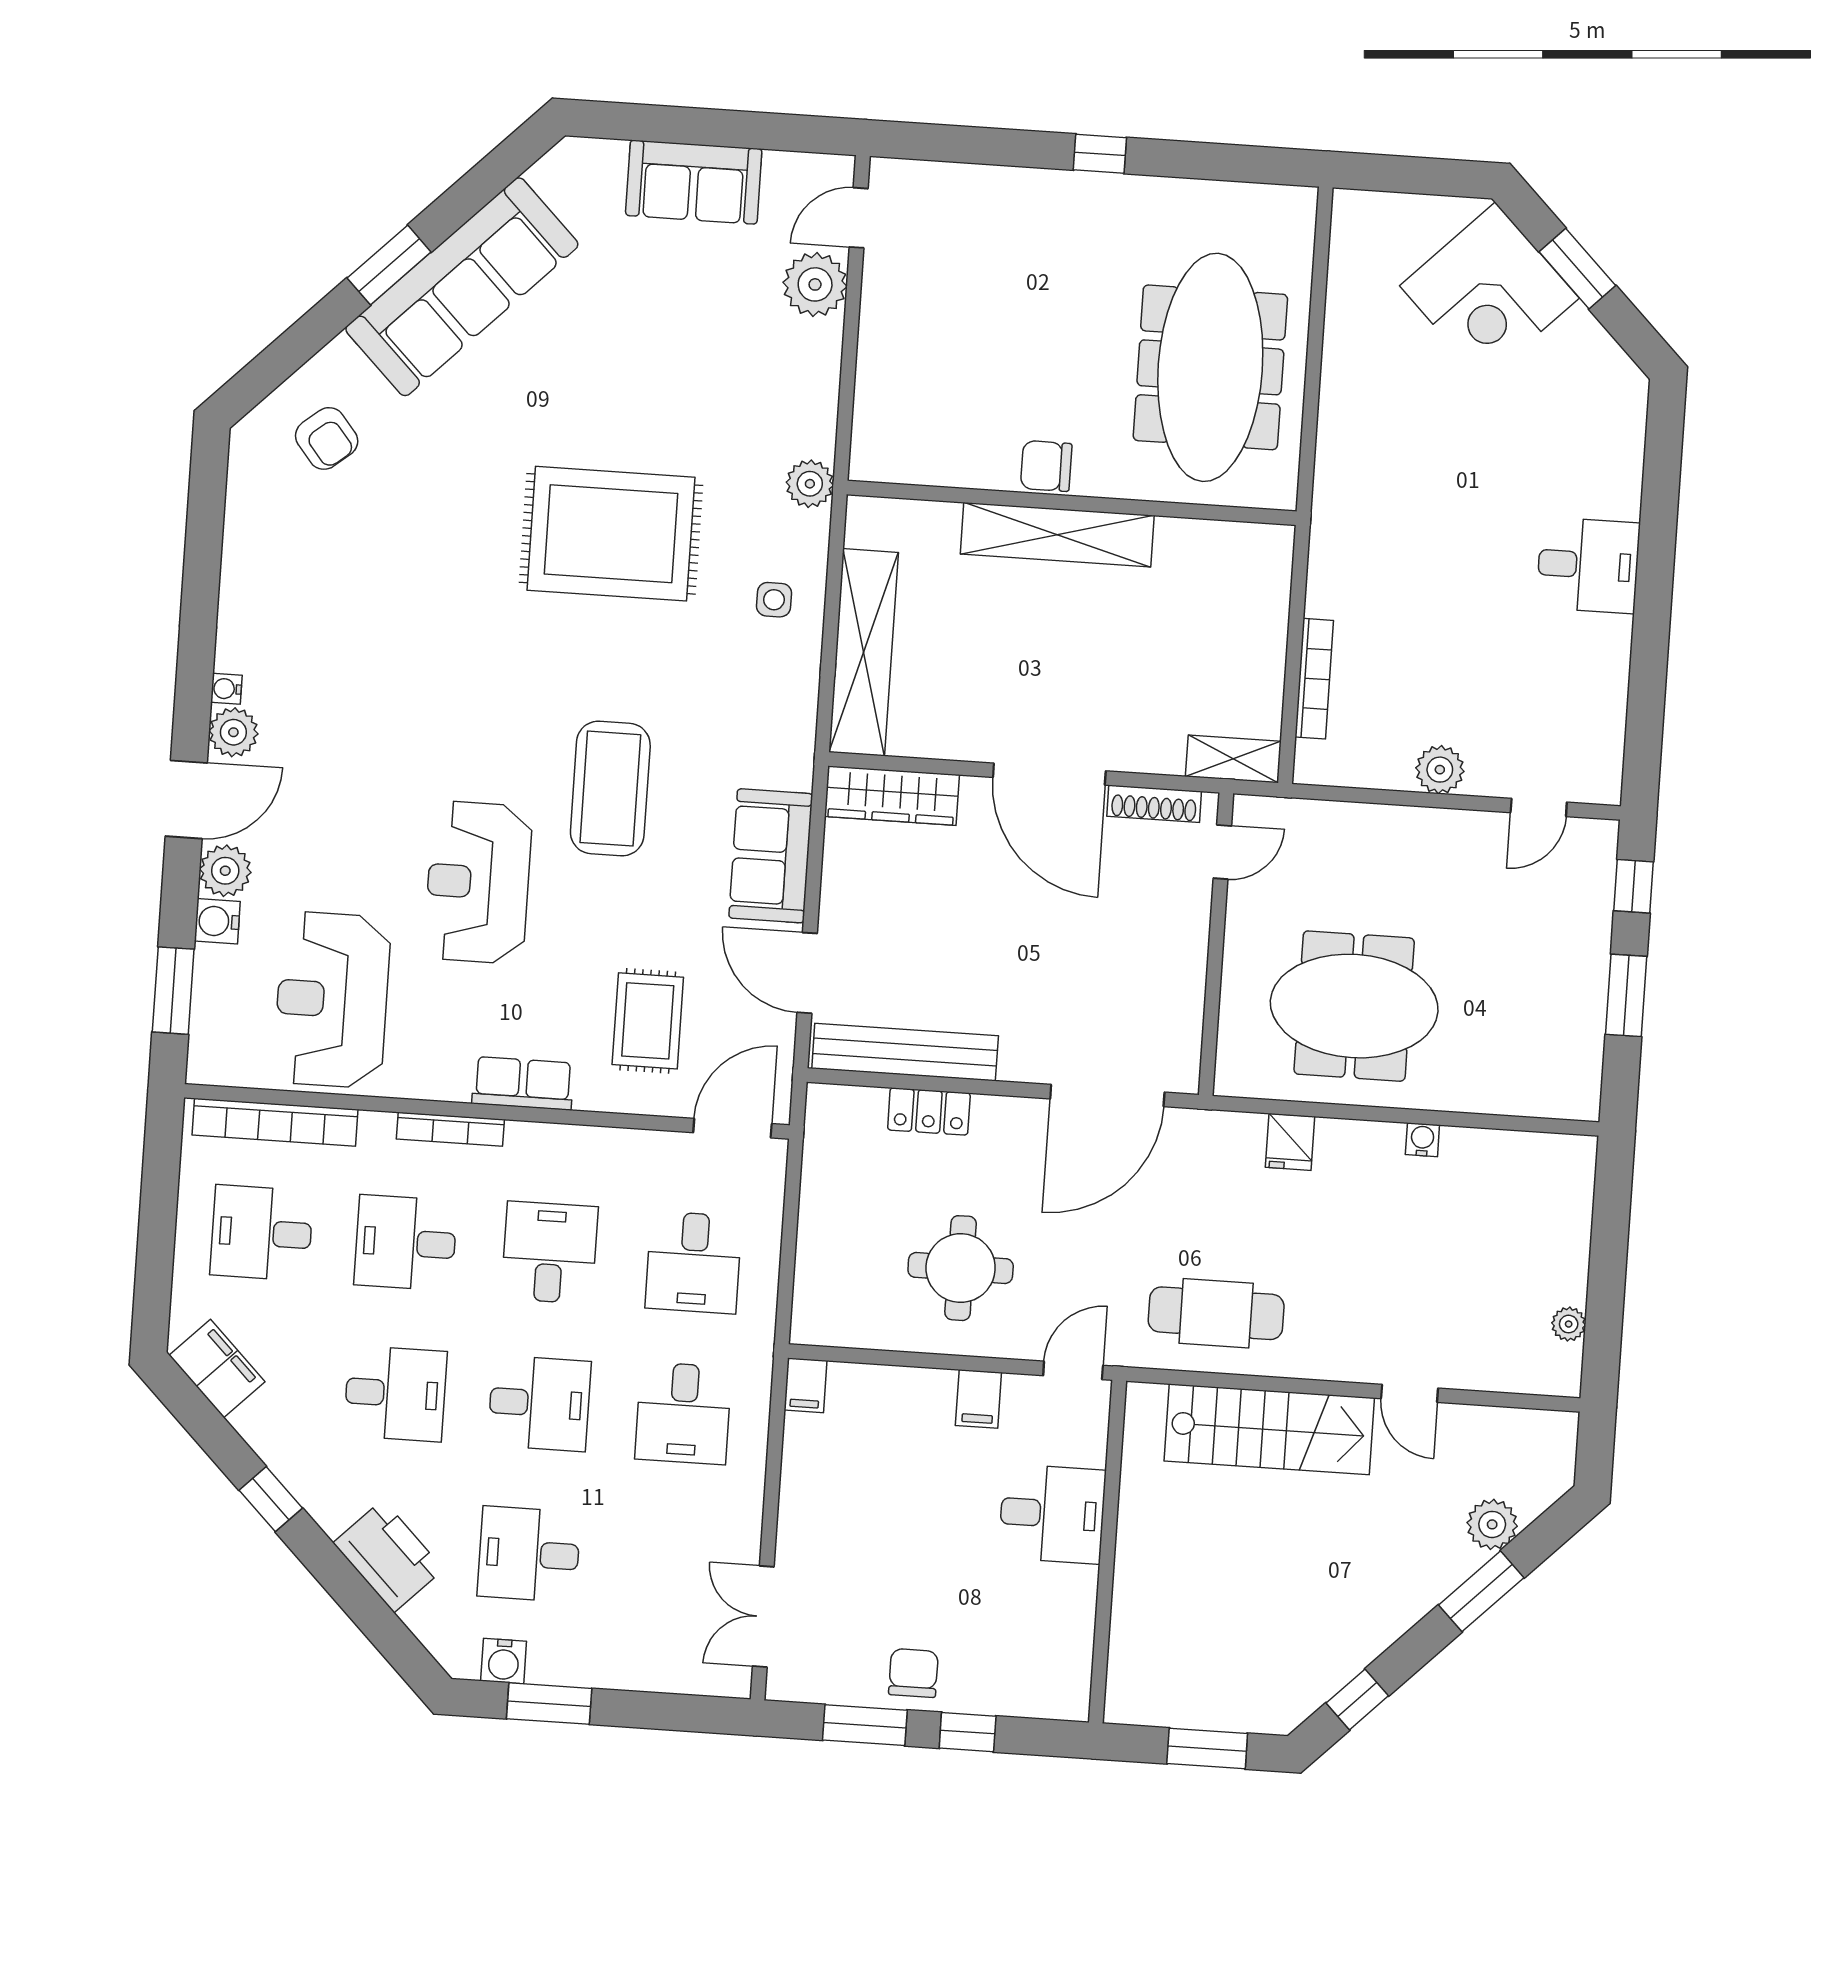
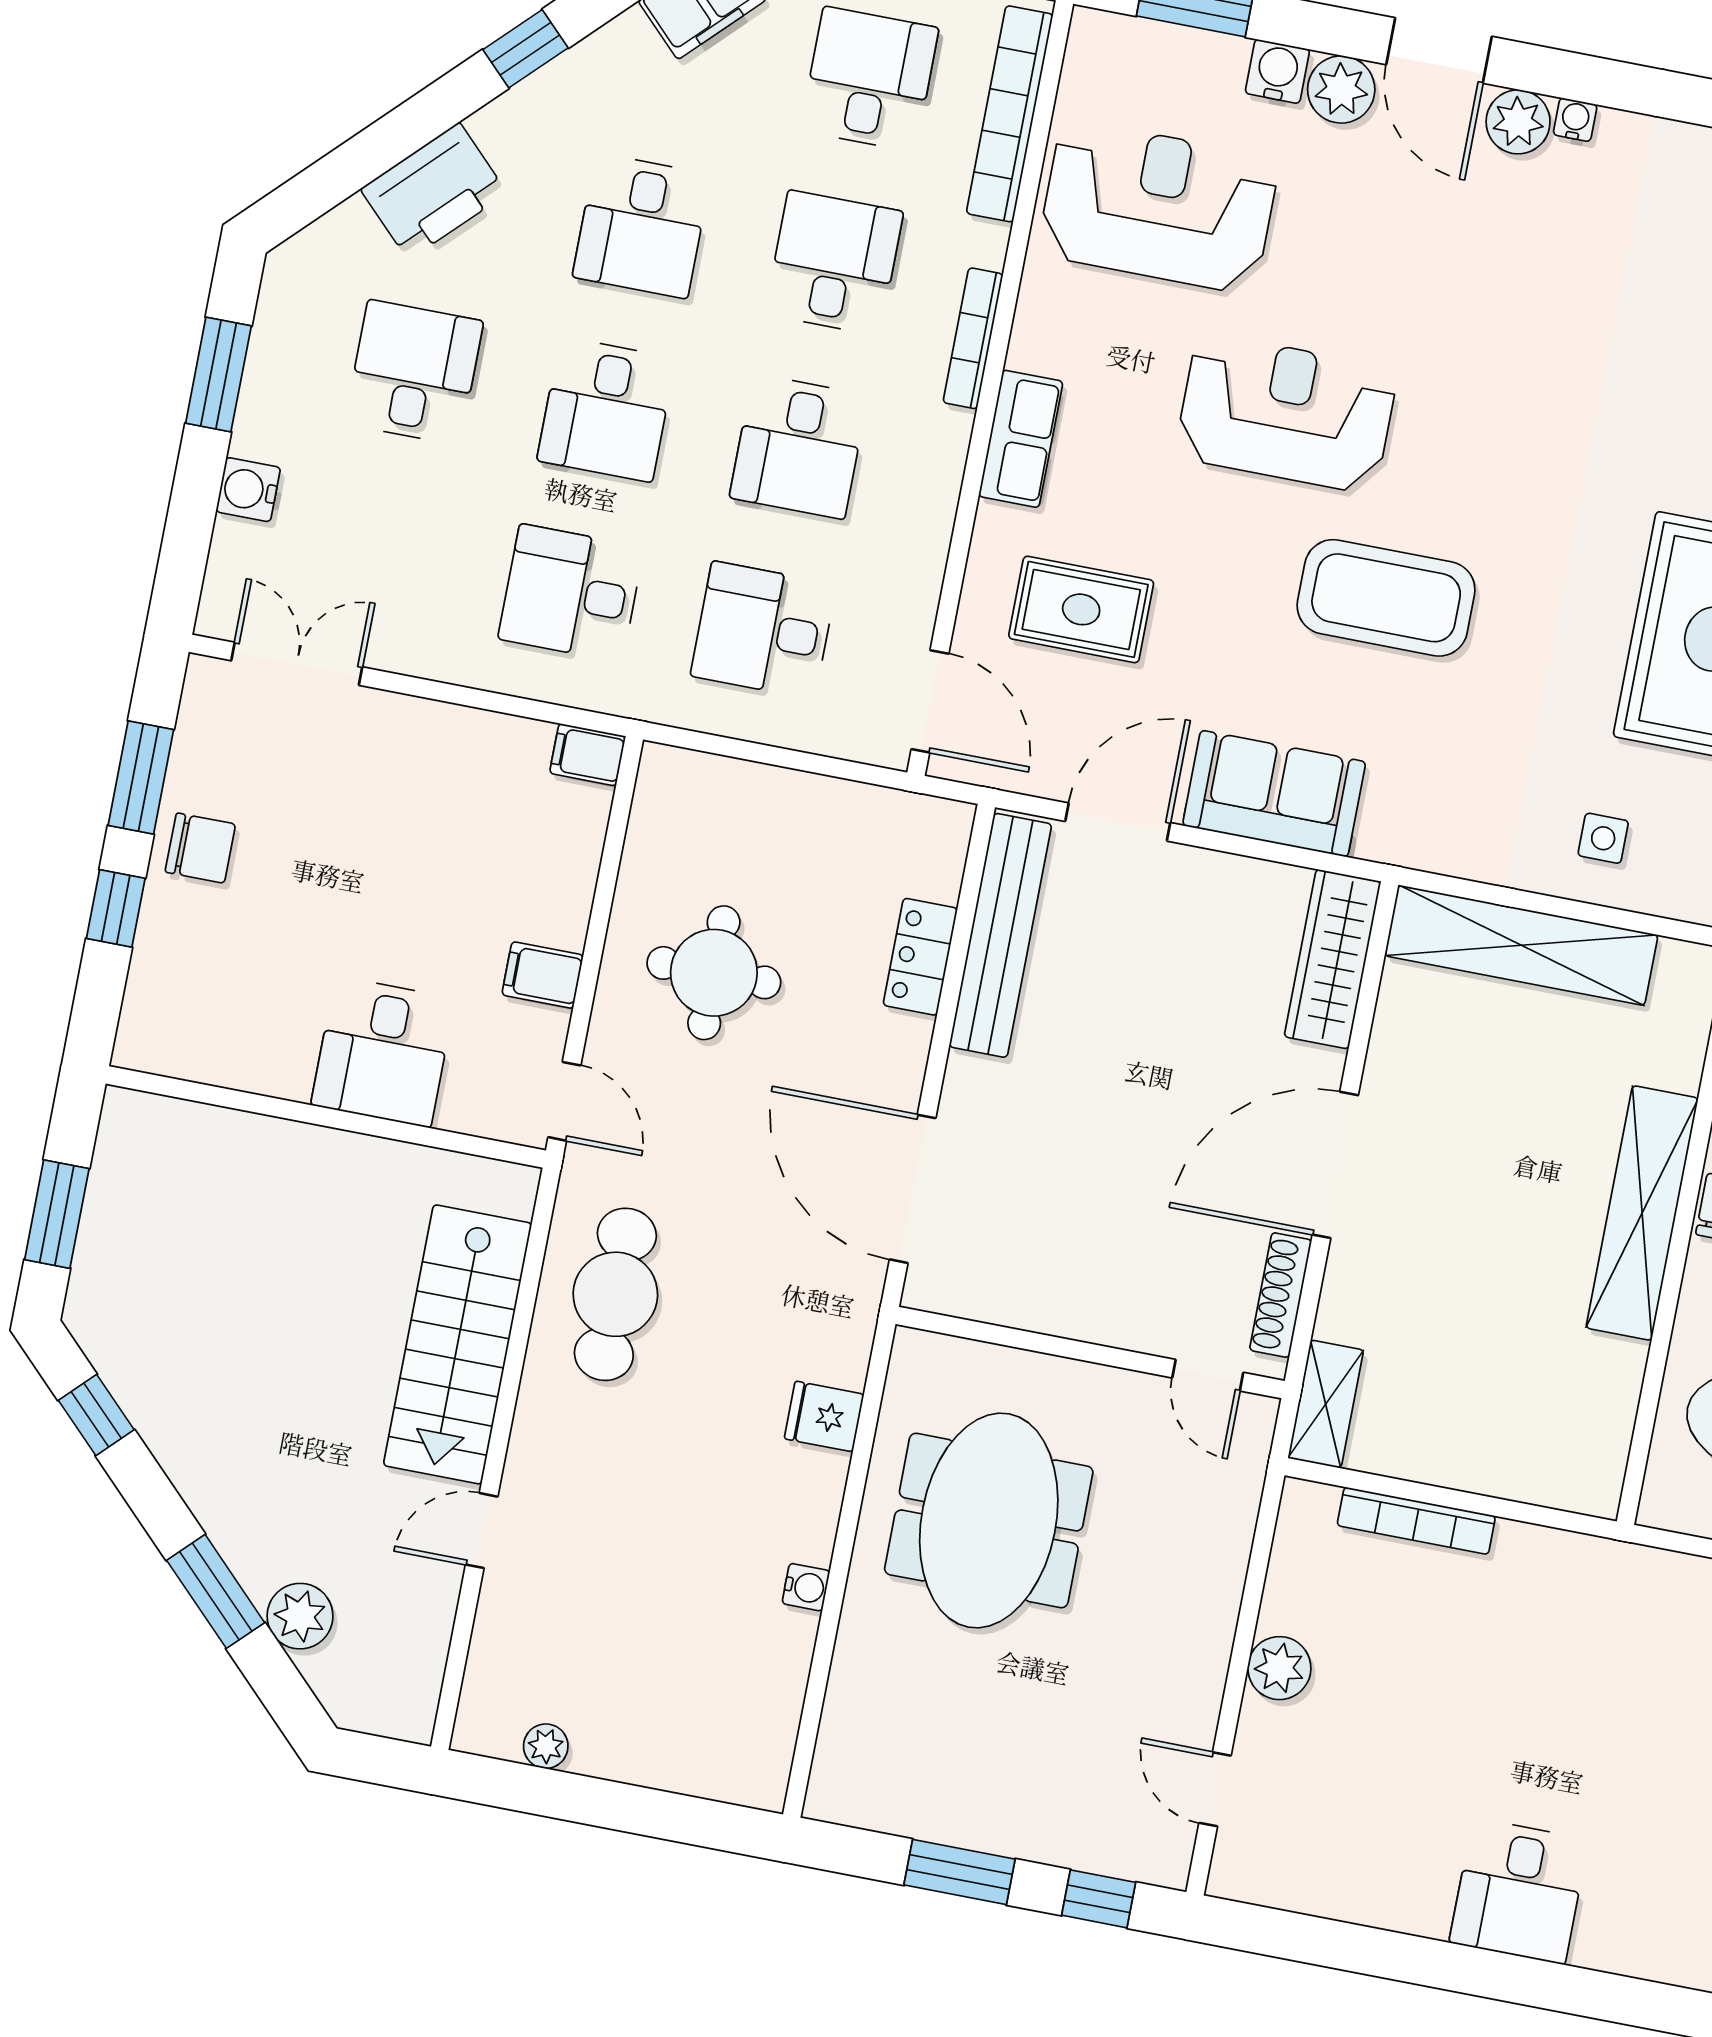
desk: (550, 1253) -> (799, 446), turned 90
water cooler: (504, 1661) -> (248, 490), moved

